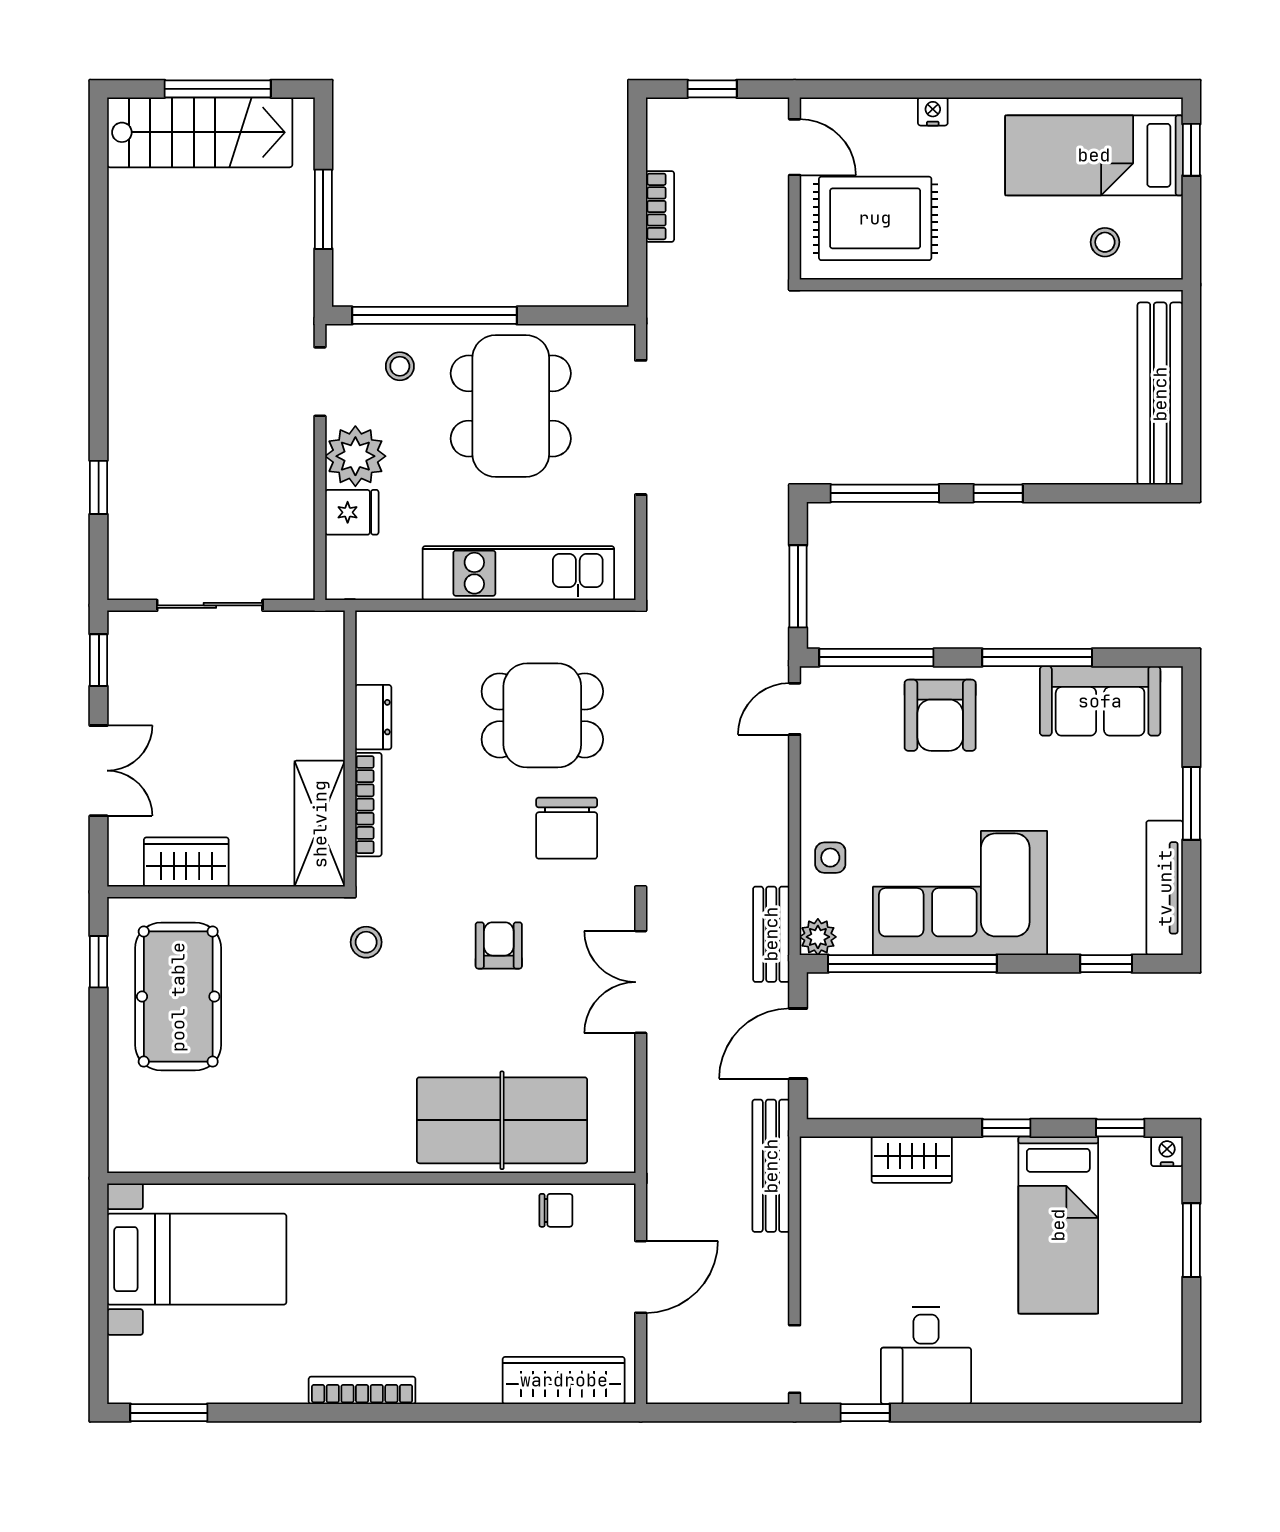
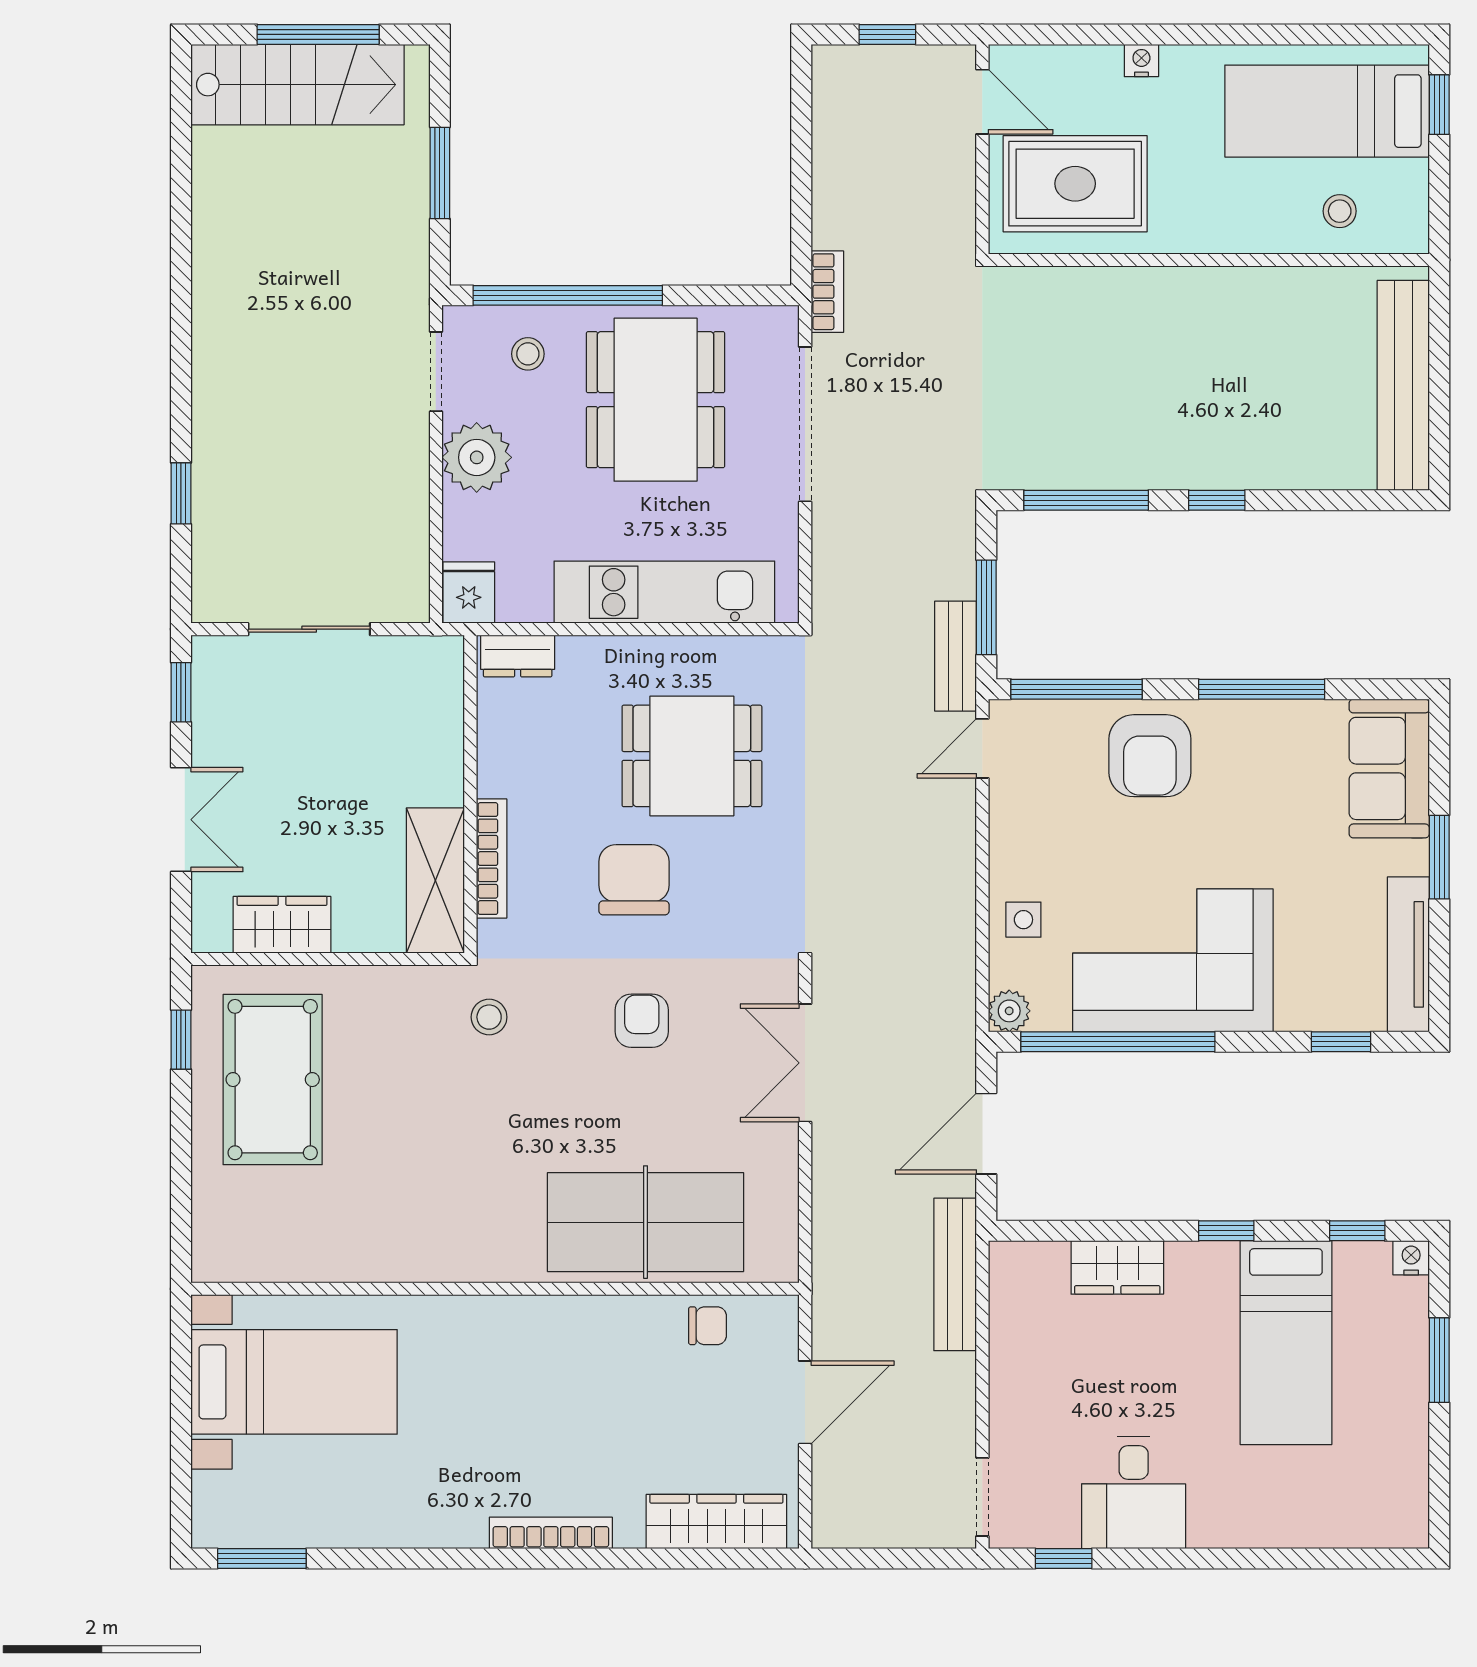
bookcase: (660, 206) -> (827, 292), moved
fridge: (352, 512) -> (469, 593), moved, turned -90
sofa: (1100, 701) -> (1389, 768), moved, turned 90
dresser: (373, 717) -> (518, 656), moved, turned 90
chair: (567, 828) -> (634, 880), moved, turned 180
bench: (771, 934) -> (955, 656), moved
bookcase: (362, 1390) -> (551, 1533), moved

